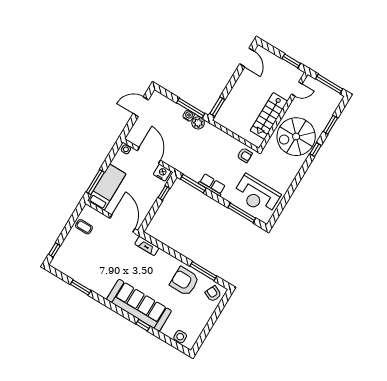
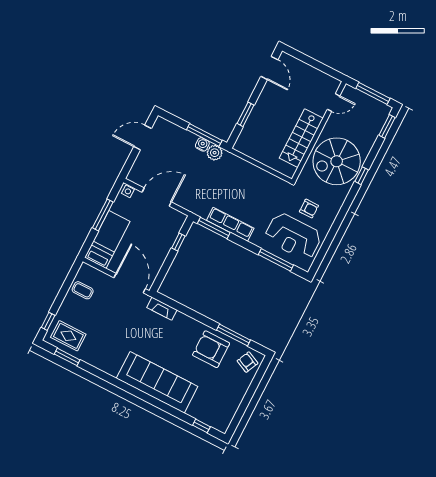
window: (291, 61) -> (324, 68), removed
window: (217, 107) -> (246, 114), moved
window: (330, 125) -> (387, 126), moved
armchair: (245, 155) -> (309, 209), moved
door: (149, 156) -> (157, 197), hinge flipped
nightstand: (162, 173) -> (174, 217), removed
window: (95, 182) -> (103, 215), moved
row of seats: (212, 185) -> (230, 224), width x1.48
rug: (70, 263) -> (68, 336), added
window: (81, 287) -> (67, 357), moved
window: (143, 325) -> (201, 426), moved
side table: (180, 337) -> (211, 418), removed

